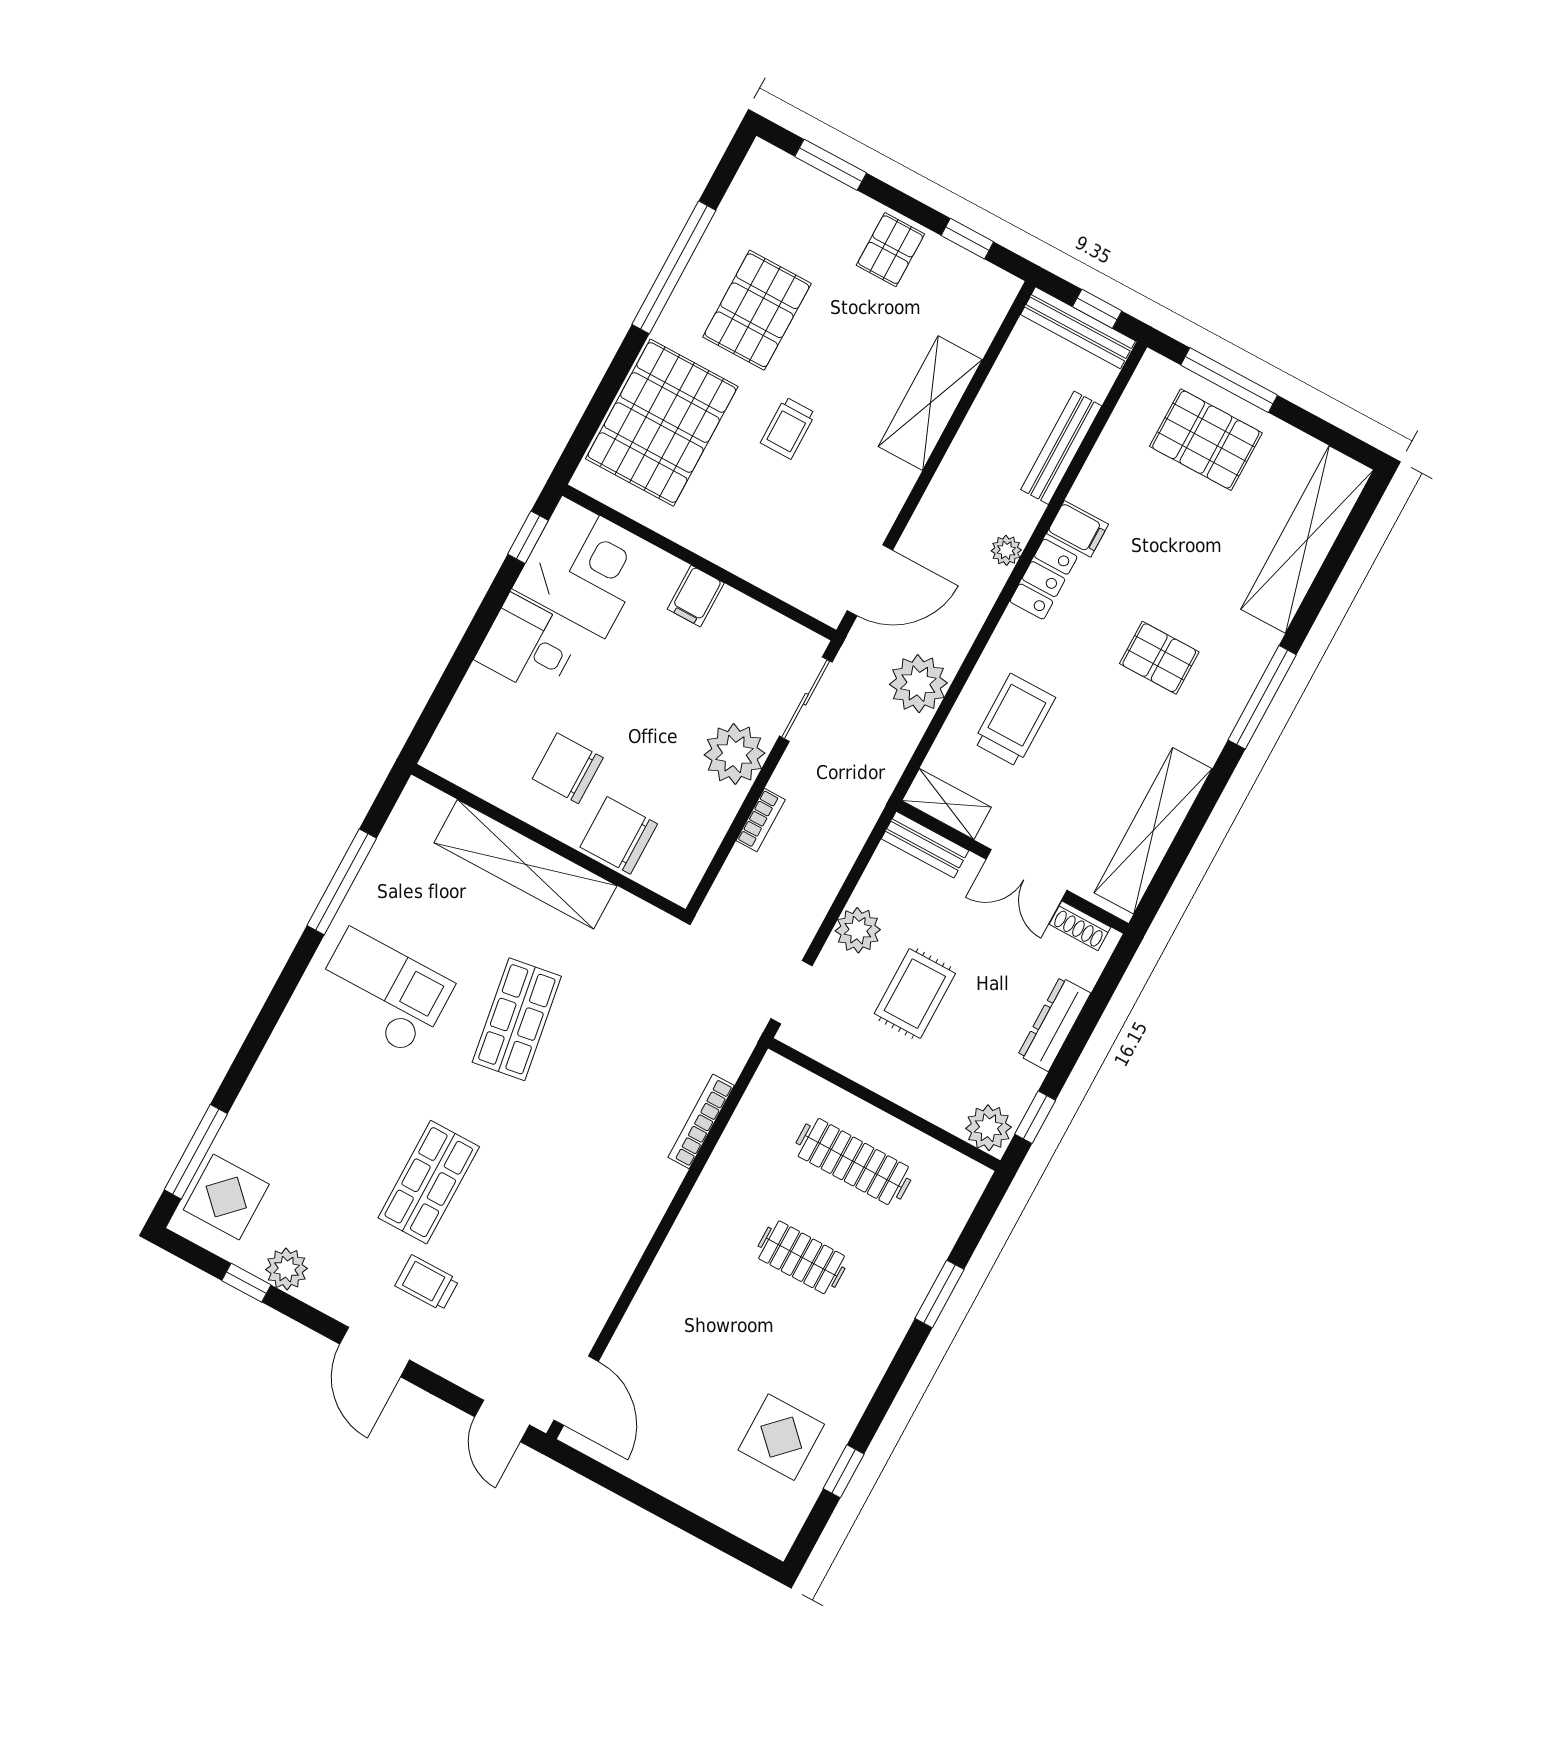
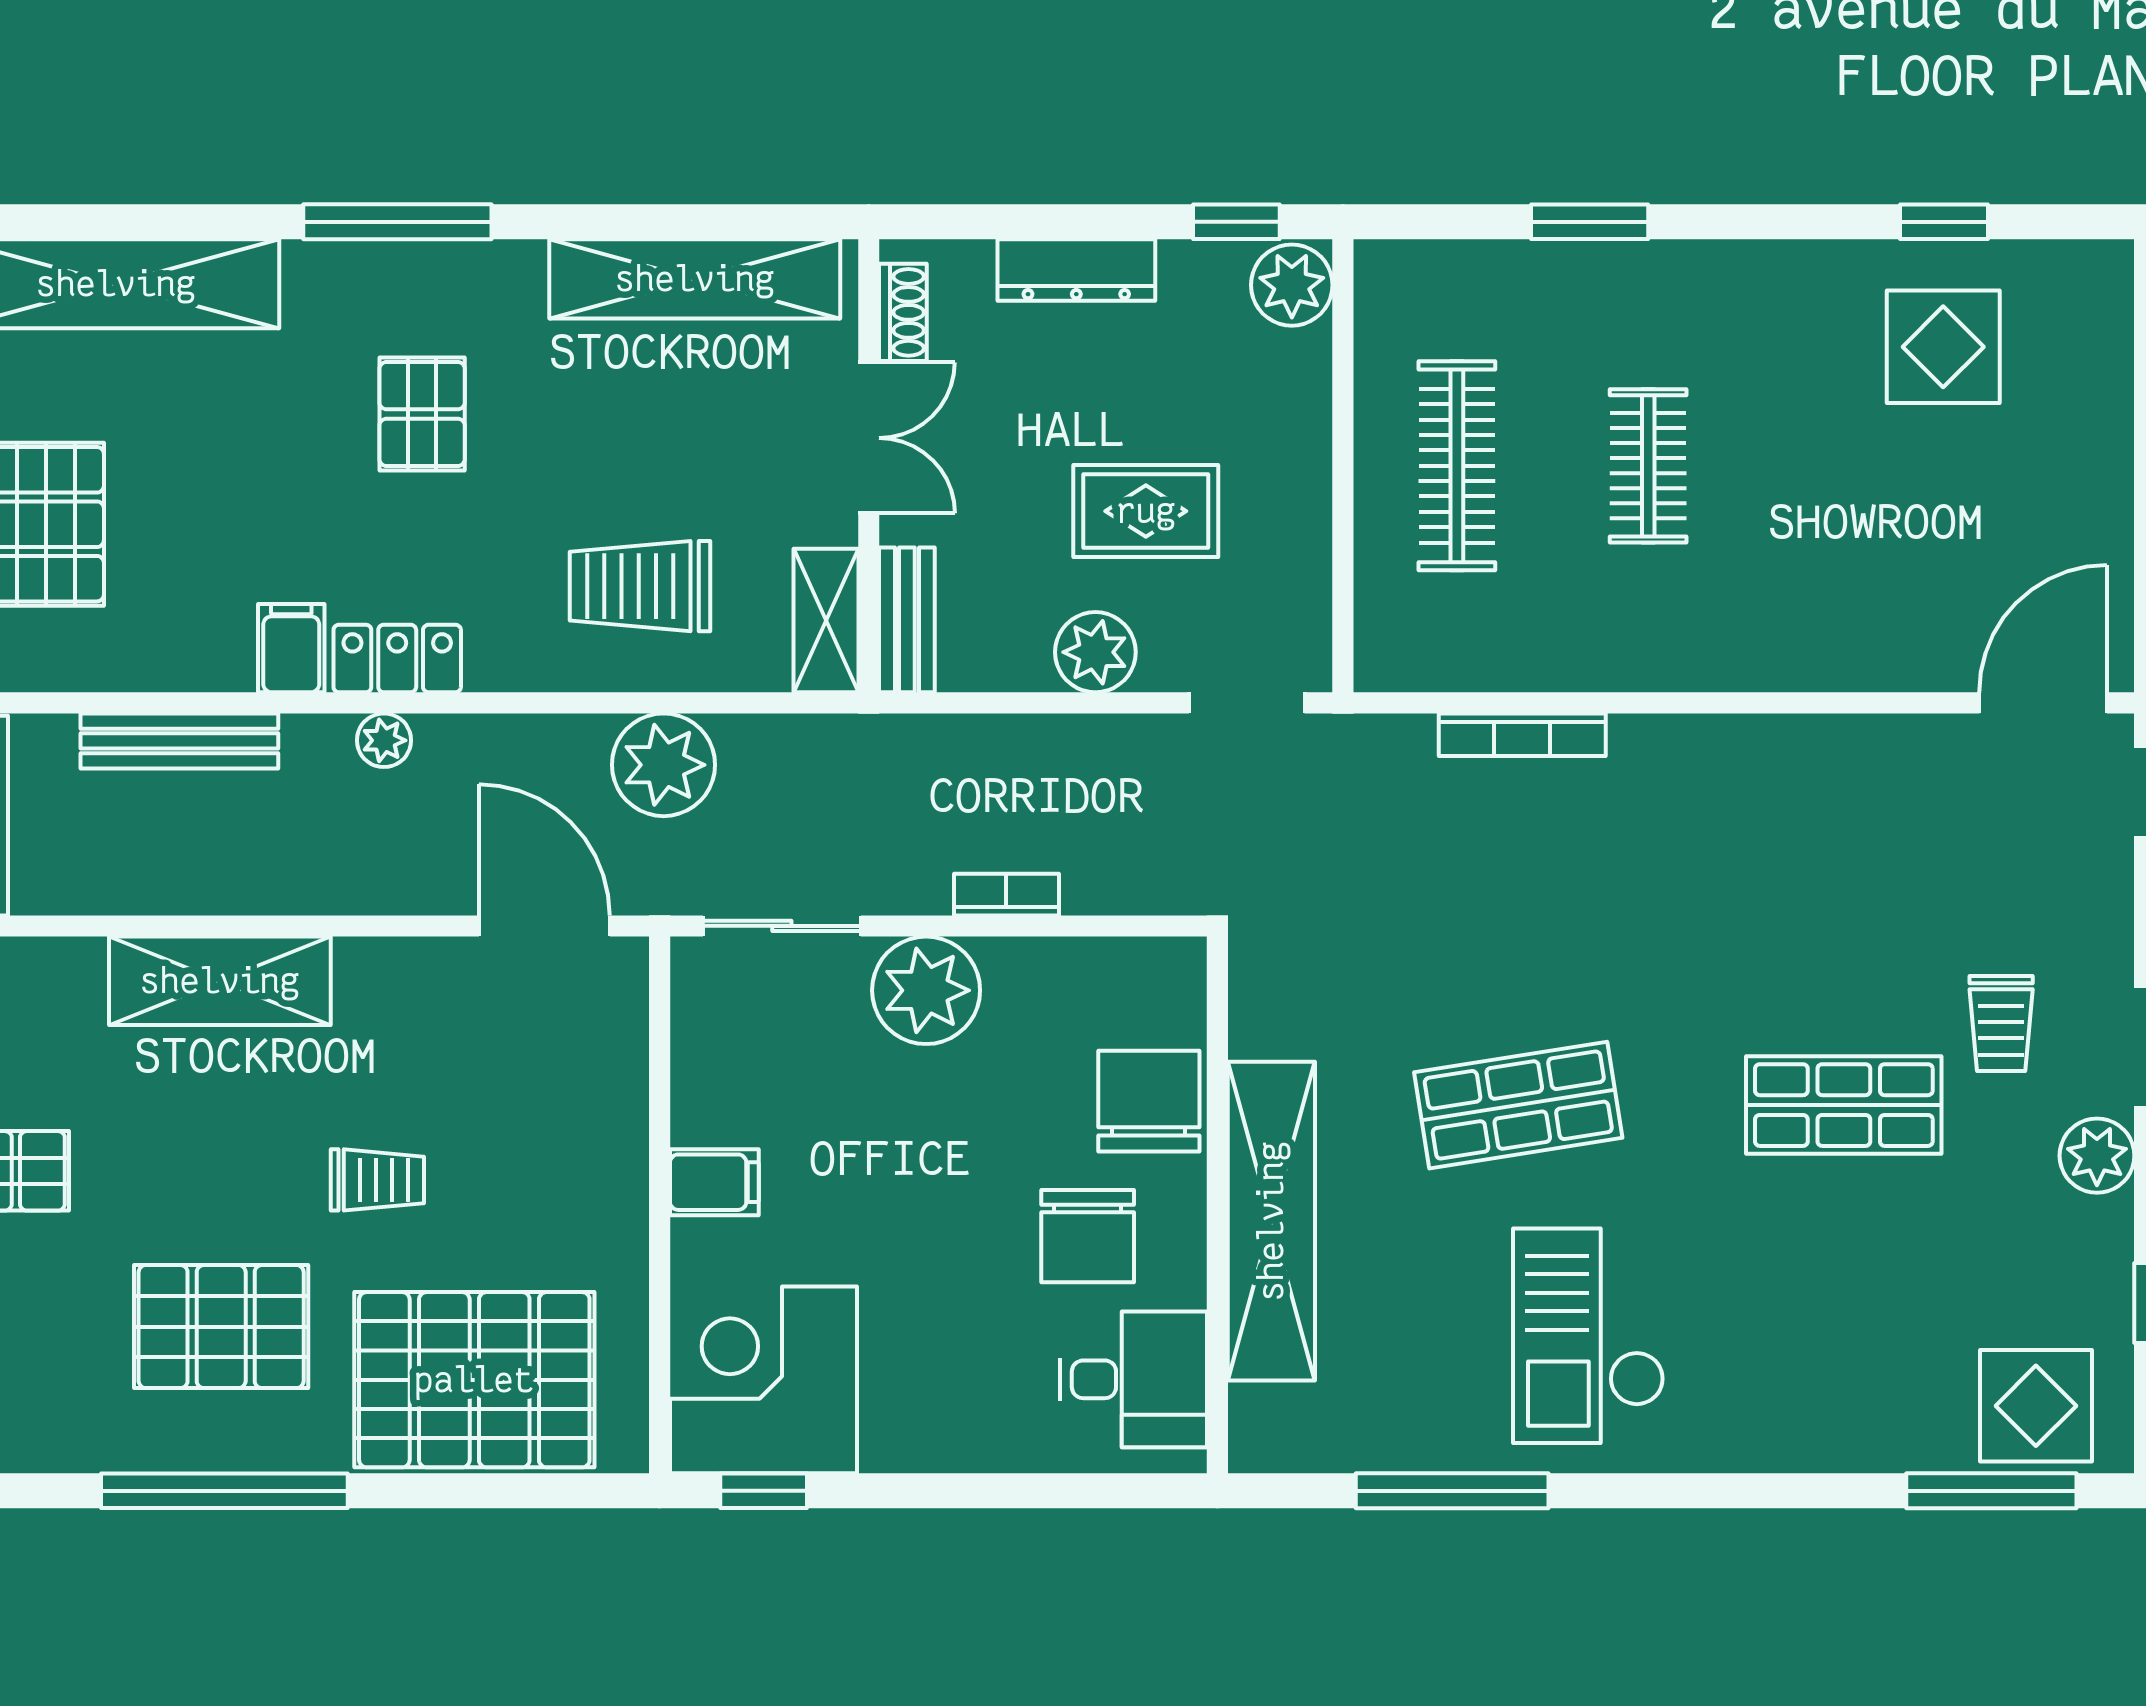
desk: (528, 645) -> (1134, 1379), moved, turned -90
chair: (619, 835) -> (1149, 1101), turned 180
plant: (287, 1269) -> (2097, 1156), moved

